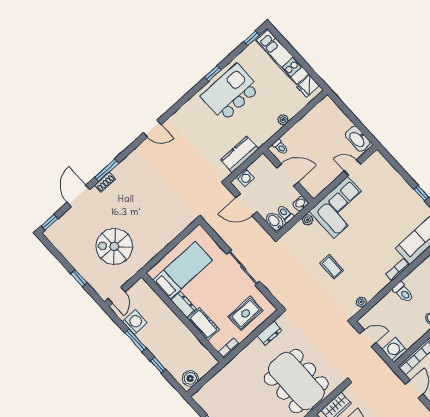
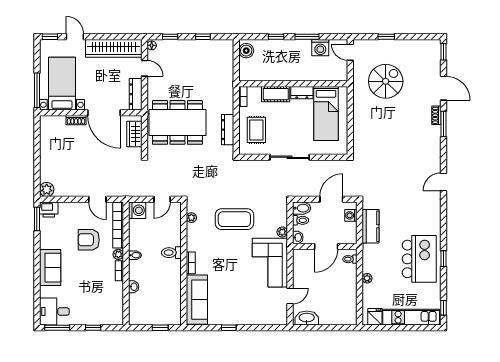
coffee table: (332, 267) -> (234, 219), width x1.86, depth x1.72
dresser: (270, 333) -> (228, 130), width x1.44

